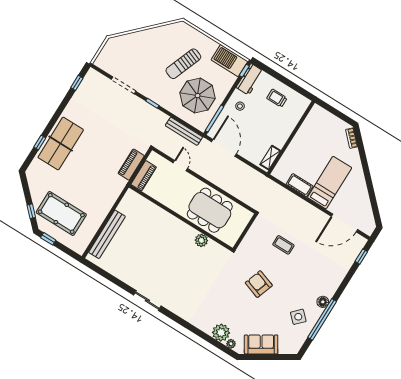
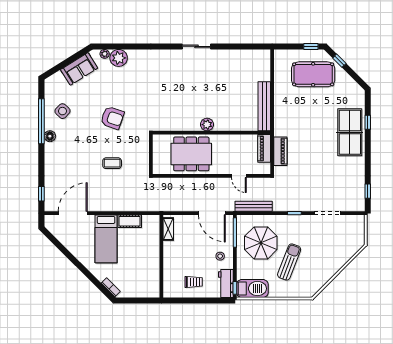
bench: (107, 234) -> (264, 106), moved
plant: (201, 240) -> (207, 125), moved

